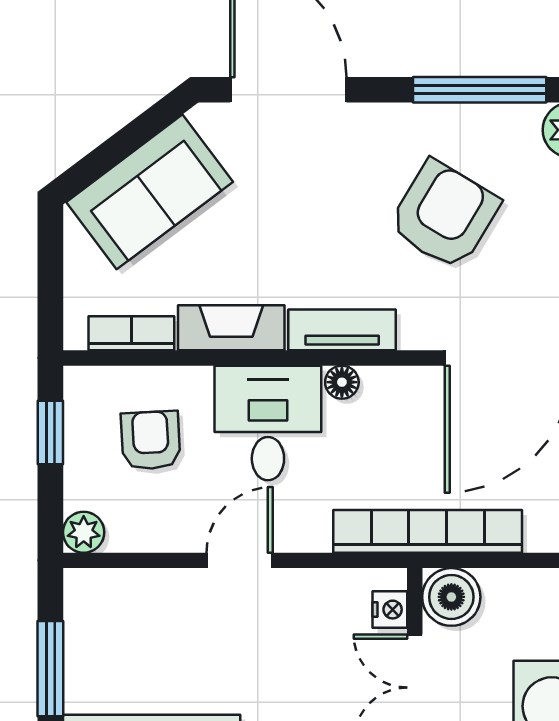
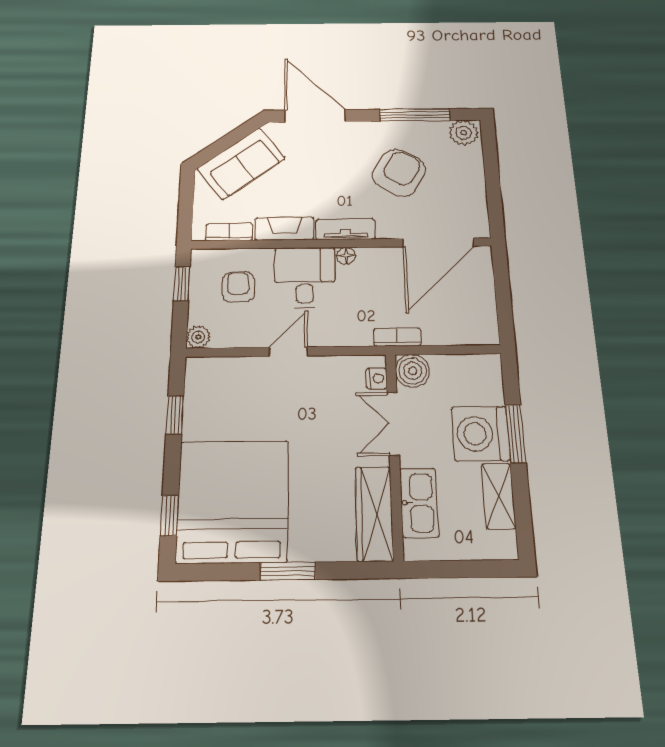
bookcase: (428, 531) -> (397, 337), width x0.43, depth x0.76
window: (50, 669) -> (175, 415), width x0.67

